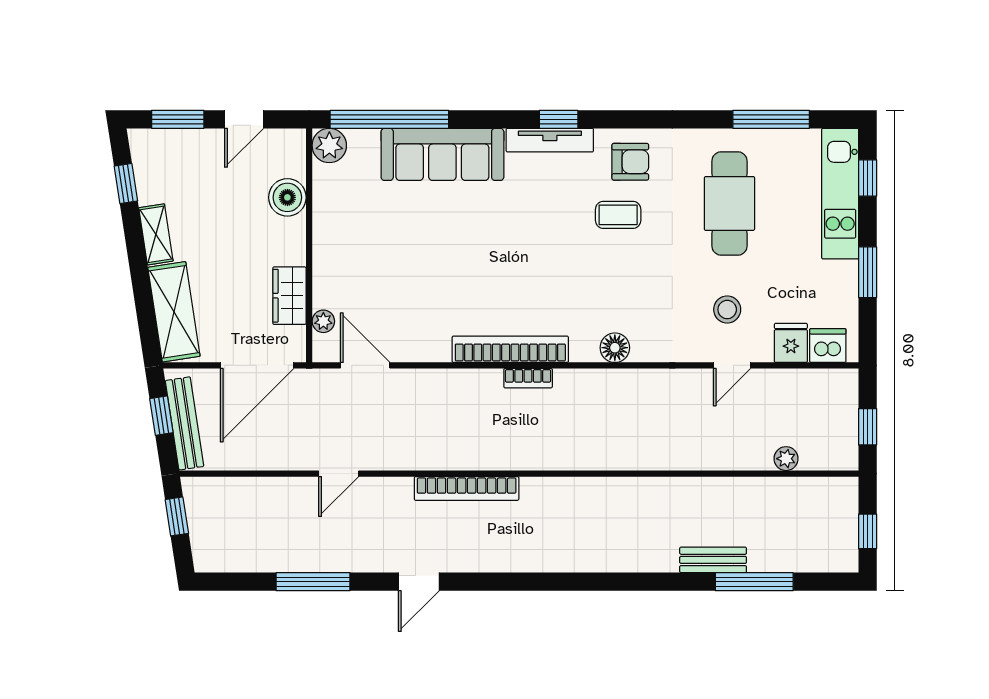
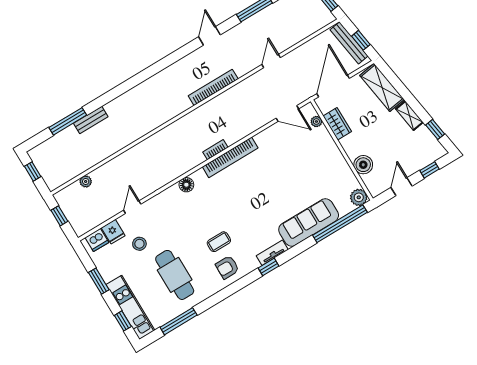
window: (178, 119) -> (429, 170), width x0.67
tv unit: (550, 140) -> (272, 253), width x0.71
stool: (727, 310) -> (139, 244), moved

